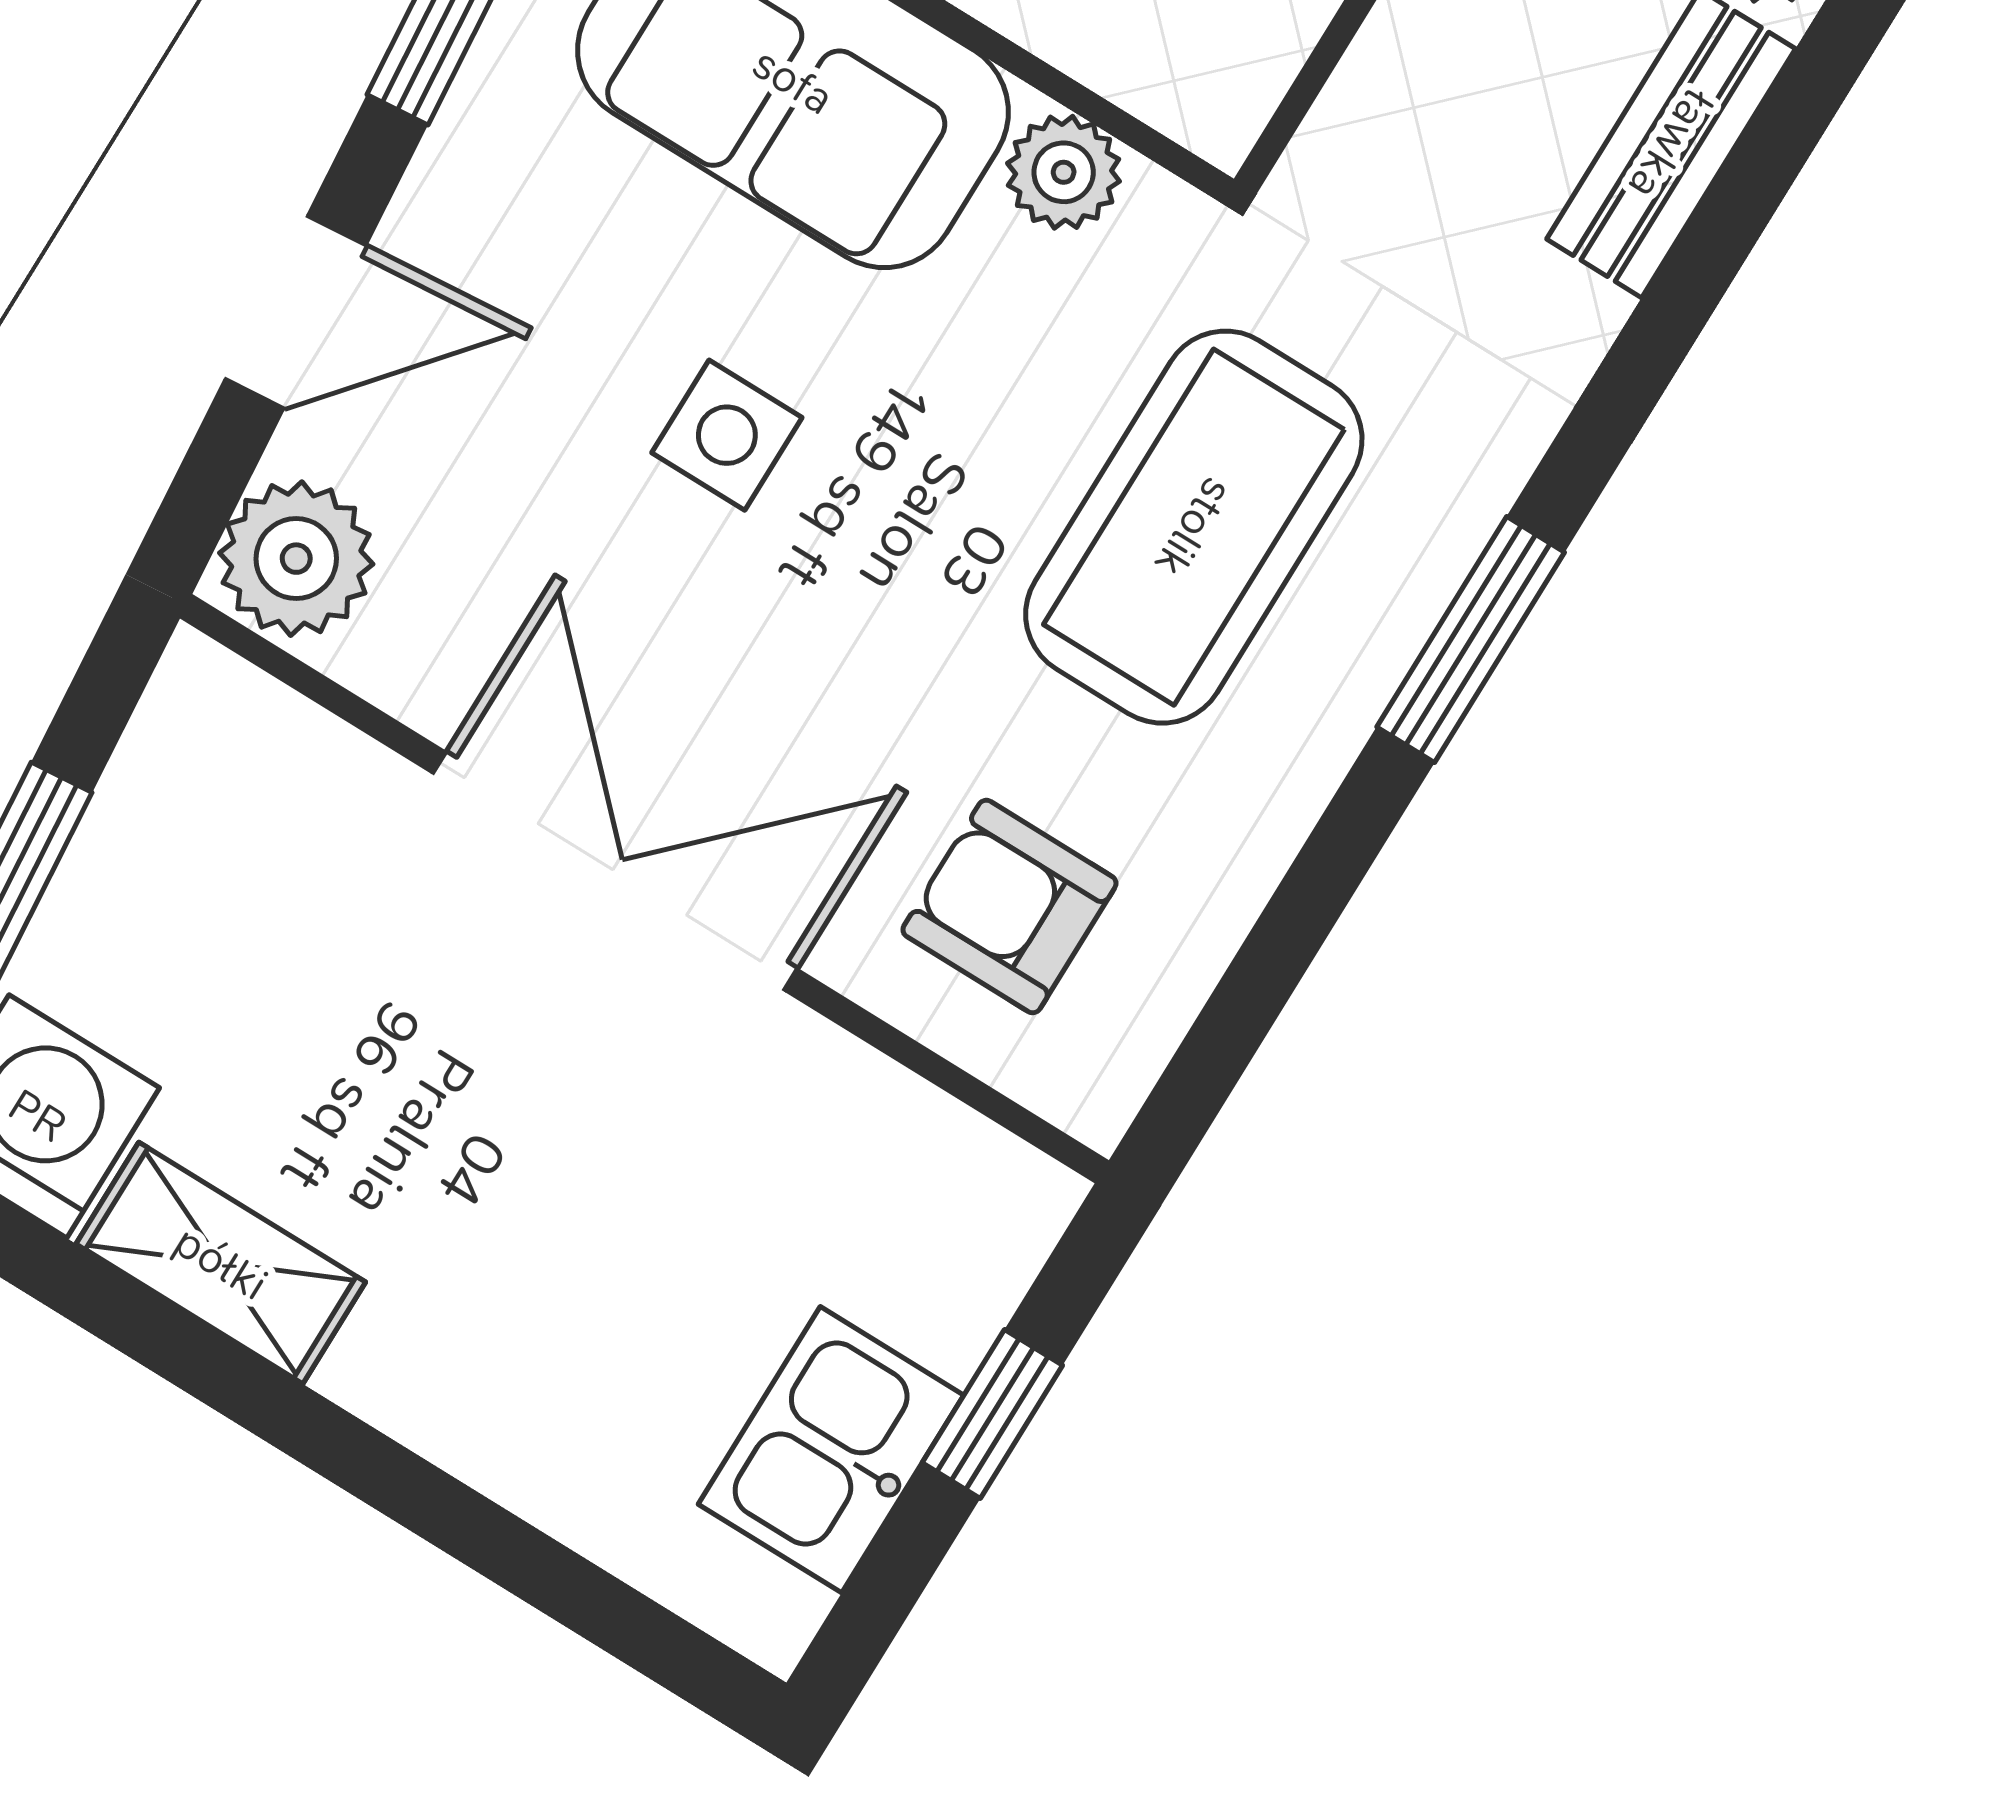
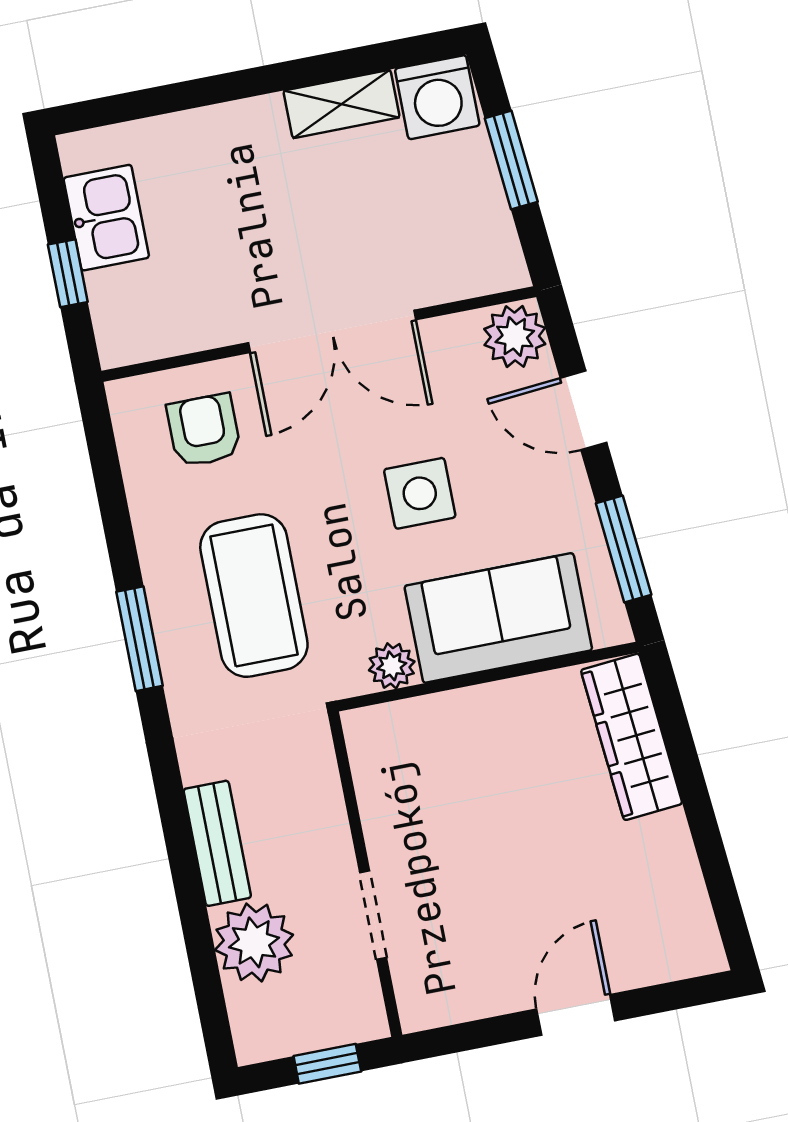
door: (296, 312) -> (583, 410), hinge flipped
side table: (727, 435) -> (420, 493), width x1.37, depth x1.37
armchair: (1009, 906) -> (204, 430), turned -90

